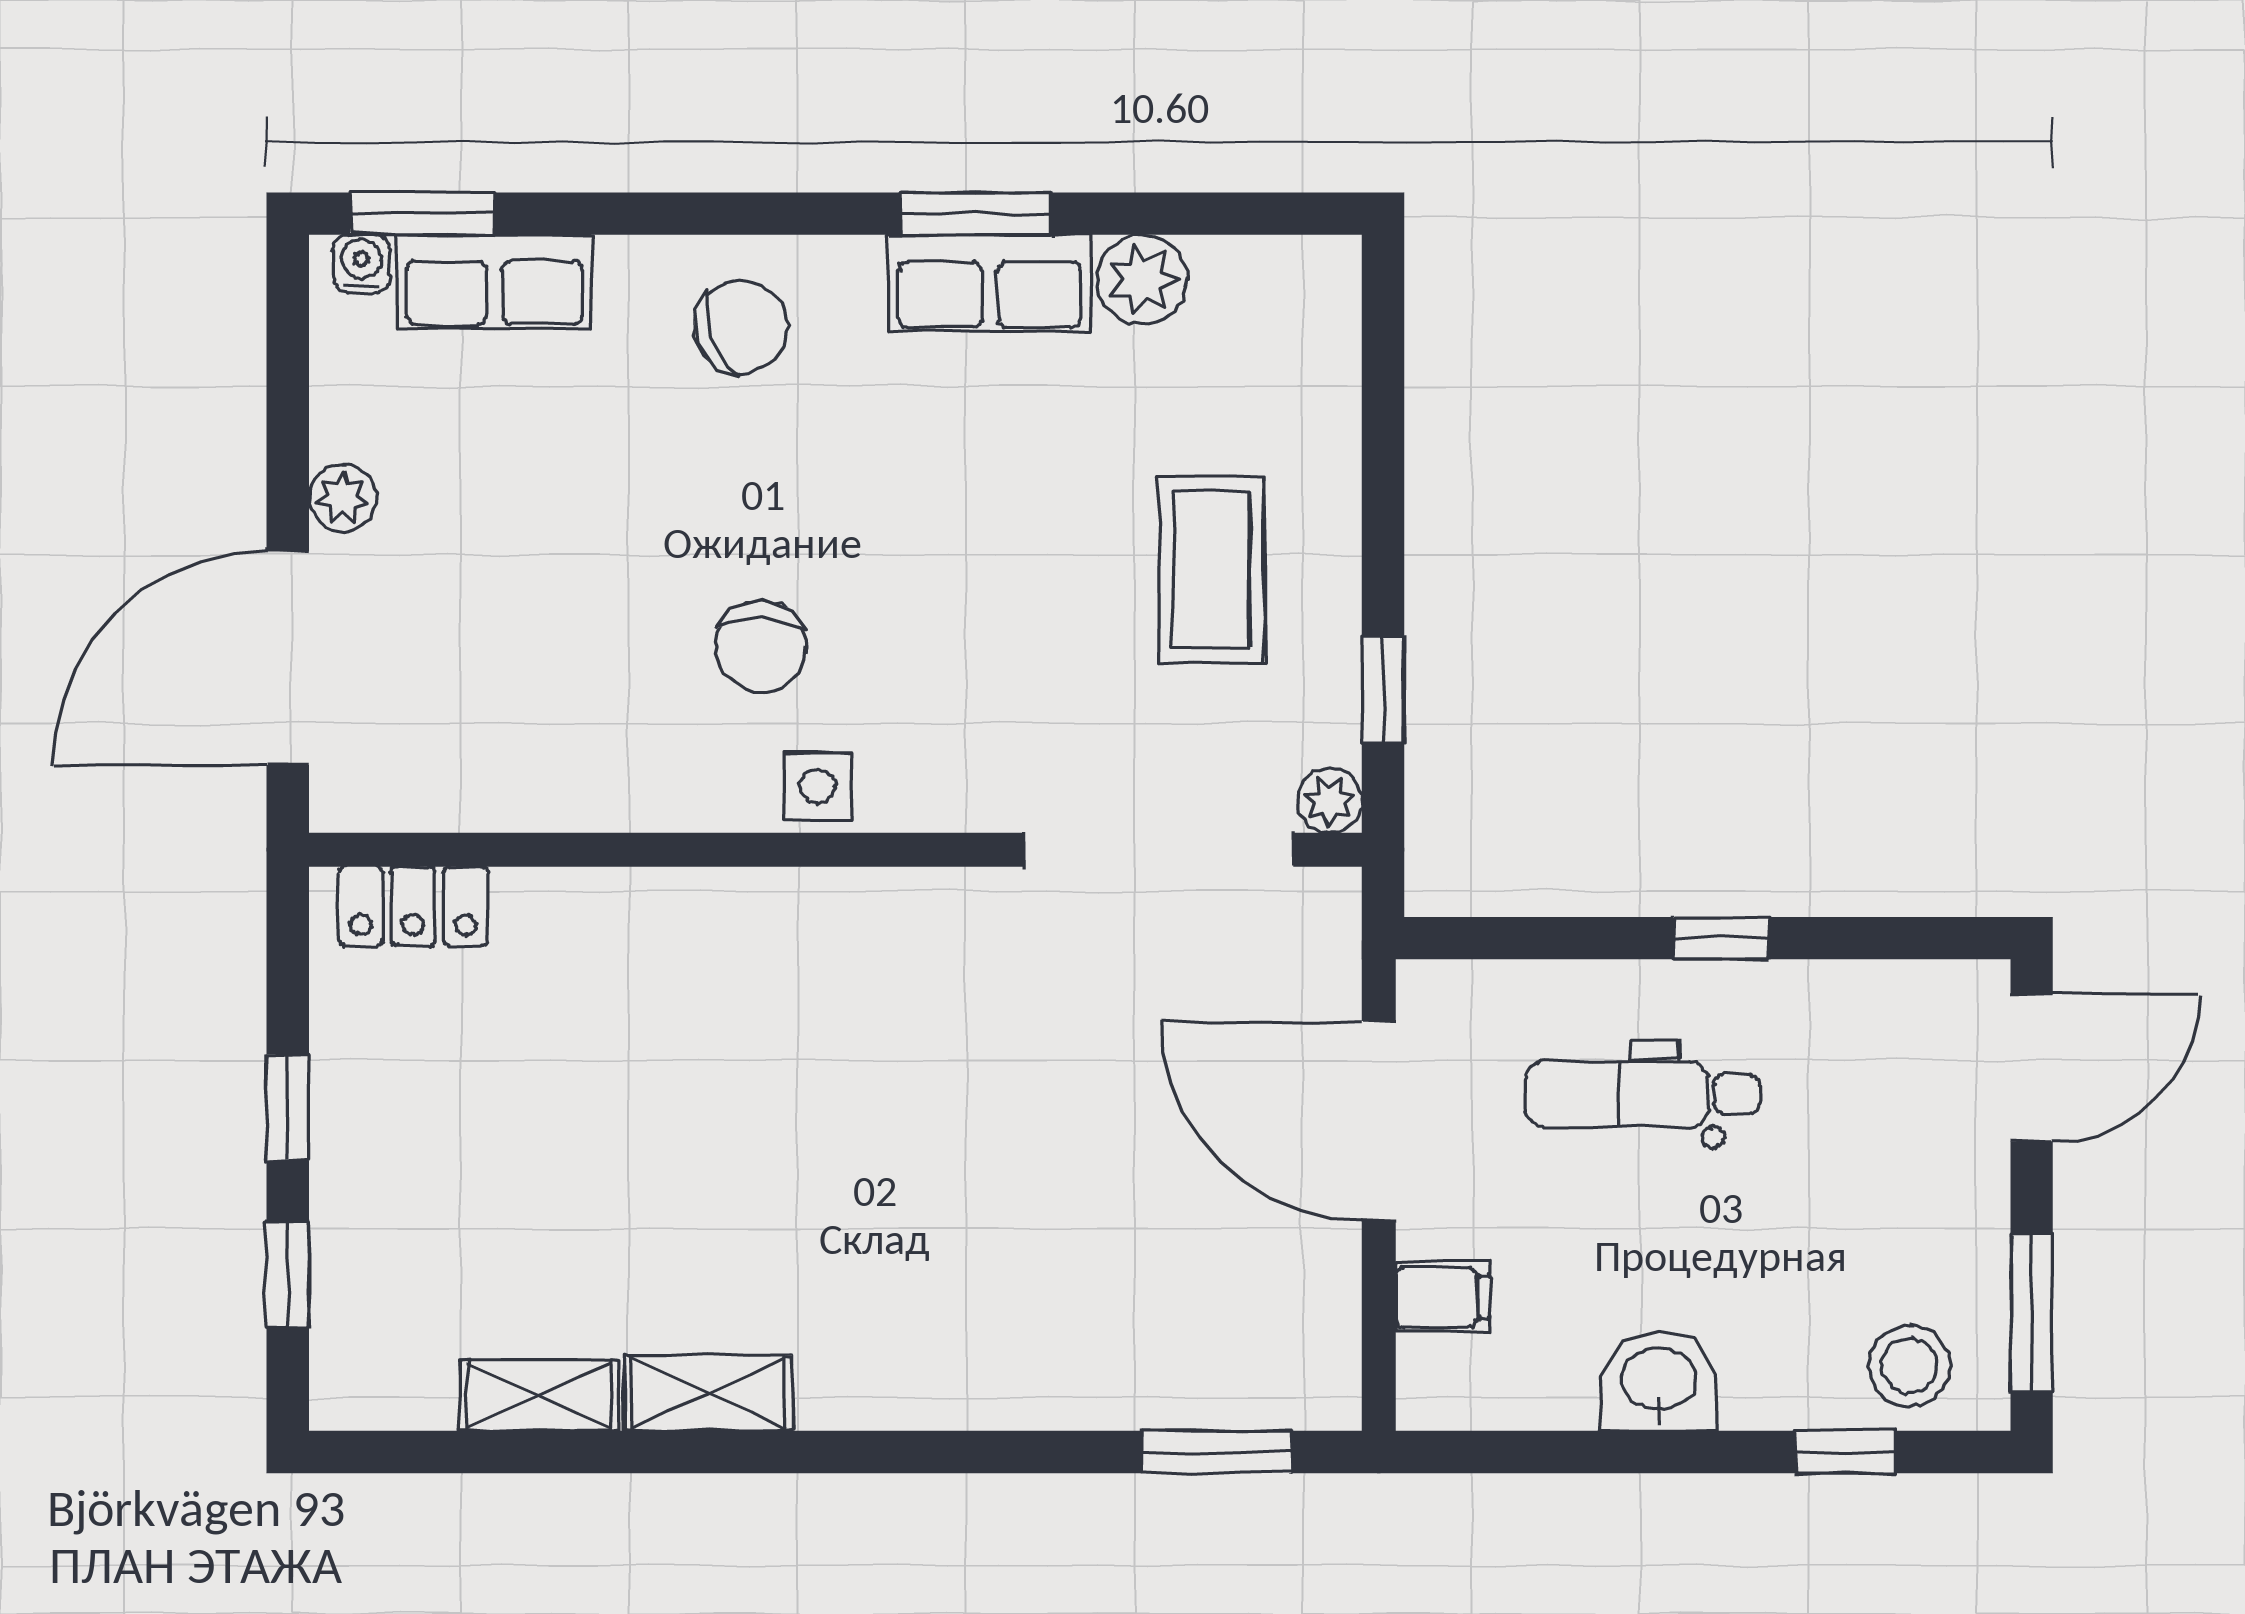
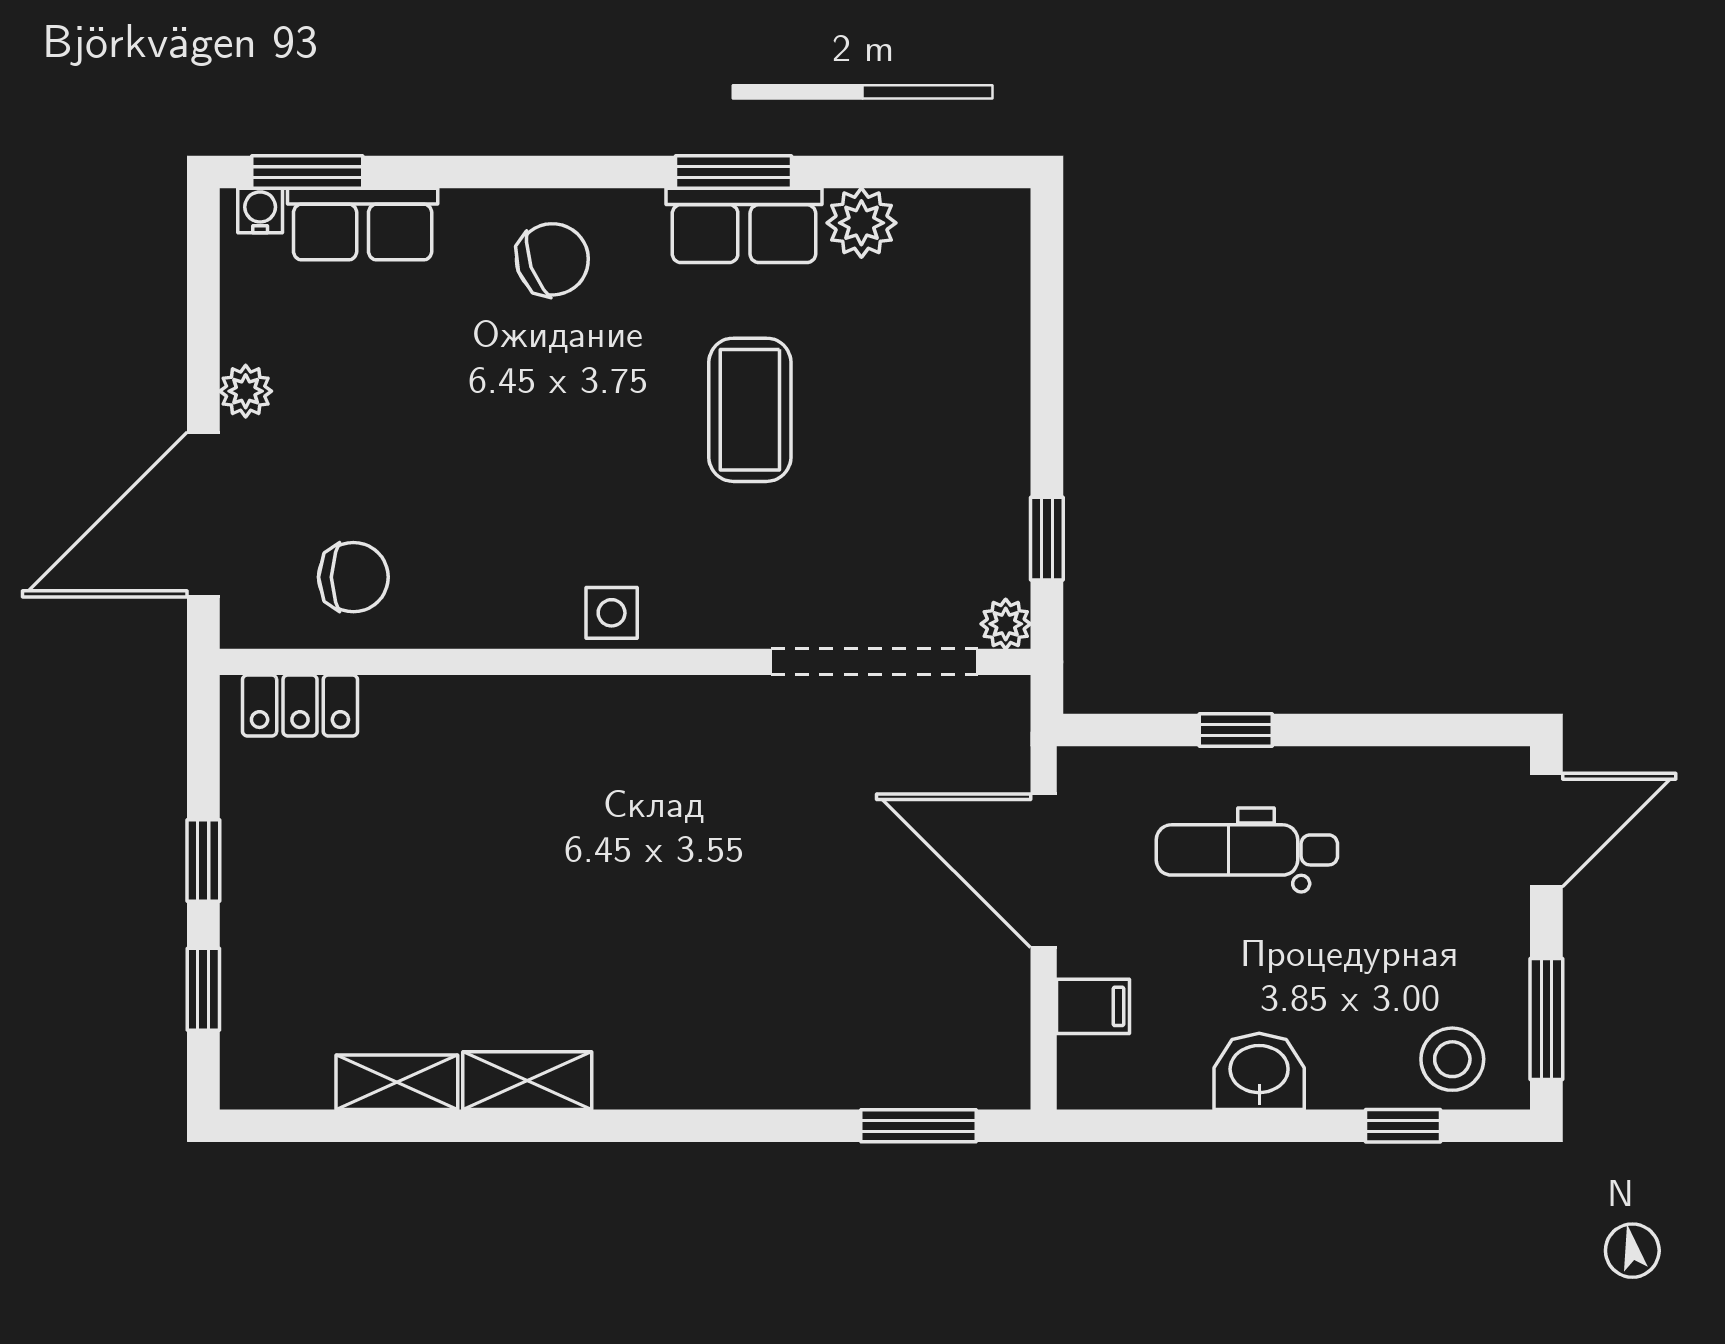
coffee table: (1211, 570) -> (750, 410), moved
chair: (761, 647) -> (353, 577), moved, turned -90
window: (1721, 938) -> (1236, 730), moved

